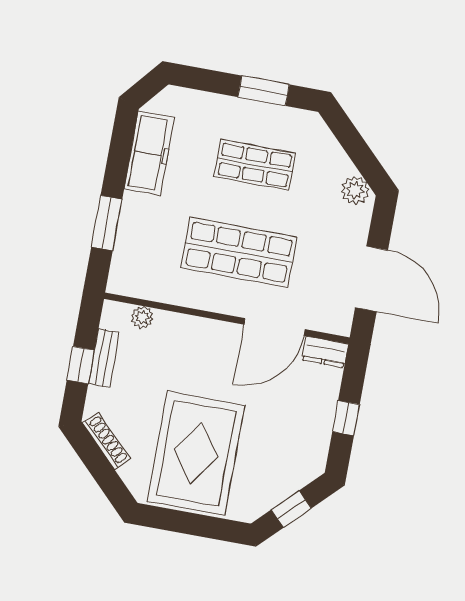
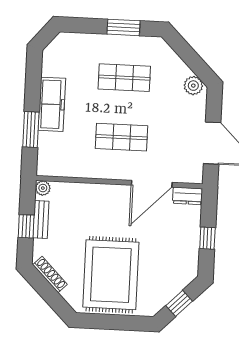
freezer: (149, 153) -> (52, 104), moved
shop shelf: (239, 252) -> (121, 137), width x0.70, depth x0.74
plant: (142, 317) -> (43, 188), moved

